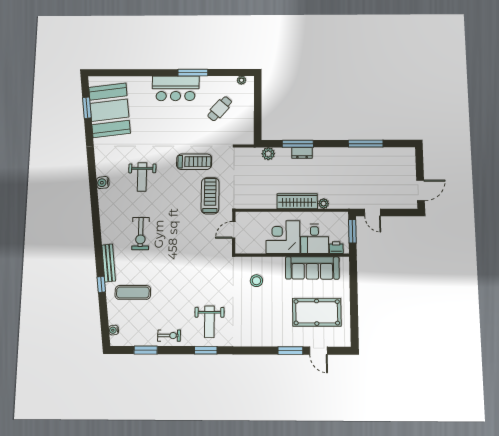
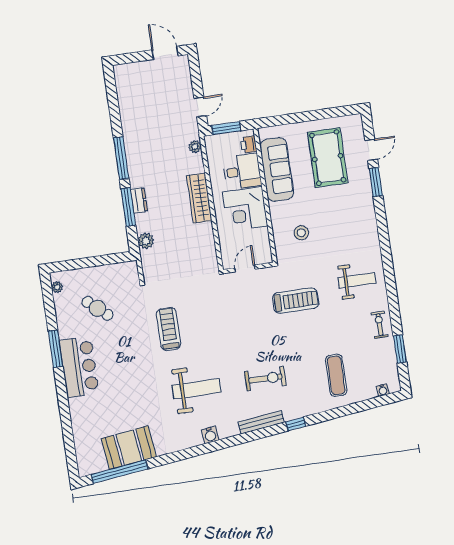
window: (87, 108) -> (119, 472), width x2.11
booth: (110, 110) -> (129, 448), width x0.73, depth x0.70
window: (366, 144) -> (121, 158), moved
weight bench: (142, 177) -> (197, 389), width x1.36, depth x1.33
treadmill: (210, 196) -> (296, 301), moved, turned 180
plant: (324, 204) -> (195, 147), moved
door: (234, 230) -> (245, 268), swing flipped
bench: (109, 263) -> (261, 422), moved
window: (101, 284) -> (296, 424), moved
window: (206, 350) -> (390, 279), removed

